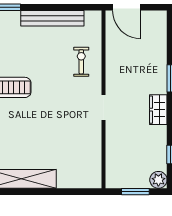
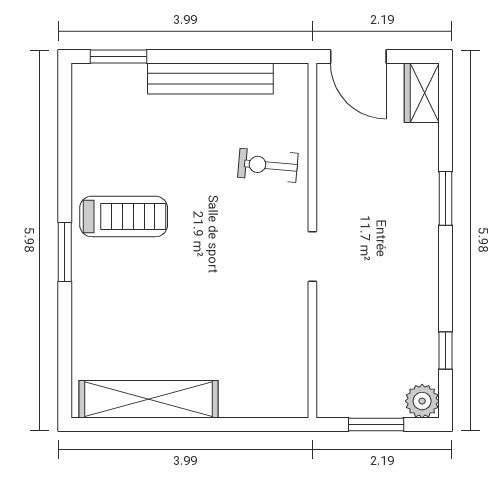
exercise bike: (81, 62) -> (268, 165), turned -85
wardrobe: (158, 110) -> (422, 93), moved

